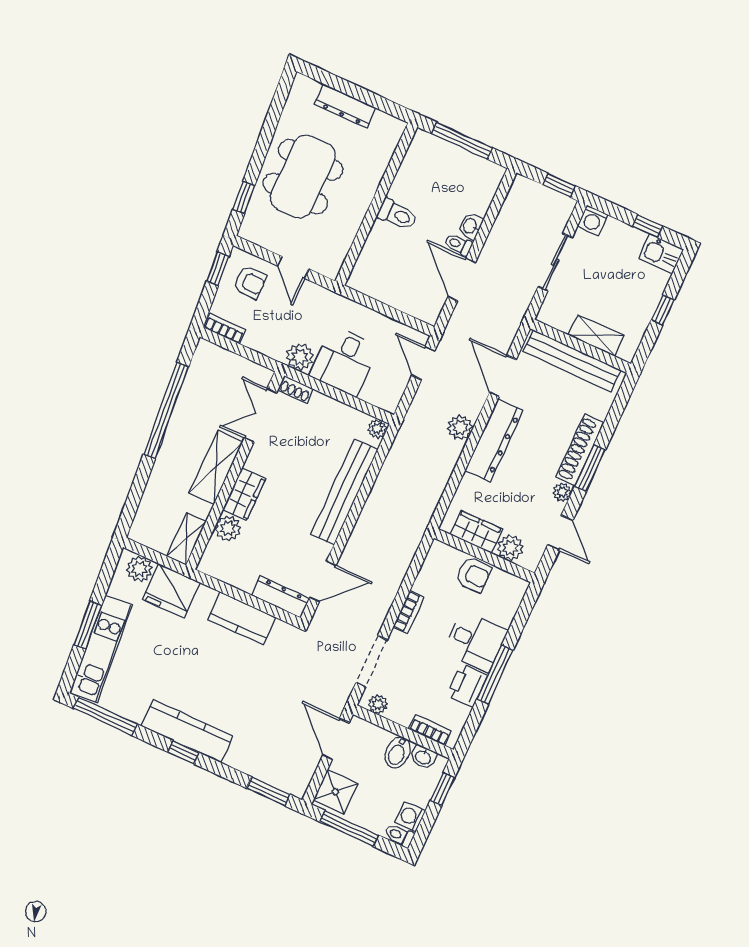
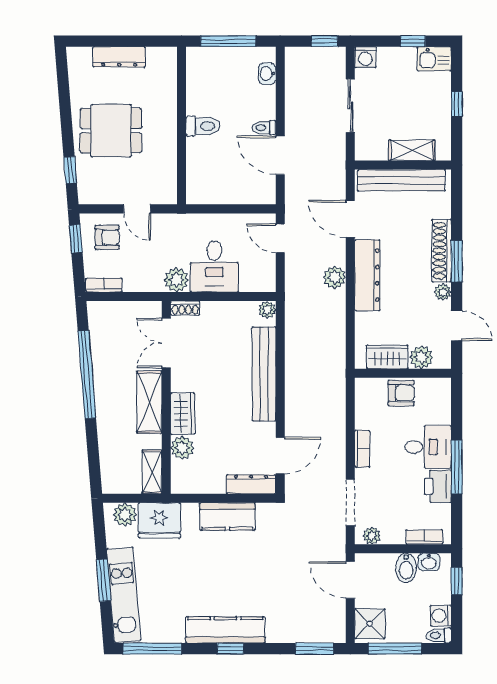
dining table: (303, 177) -> (111, 131), width x0.73
washbasin: (470, 226) -> (267, 74), moved

